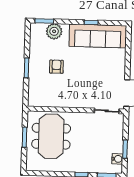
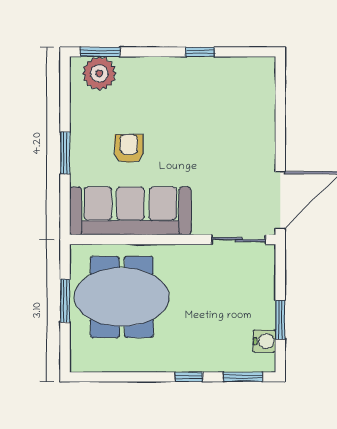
plant: (54, 31) -> (99, 73), moved
sofa: (98, 36) -> (130, 211), moved, turned 180
meeting table: (51, 136) -> (122, 297), turned 90

